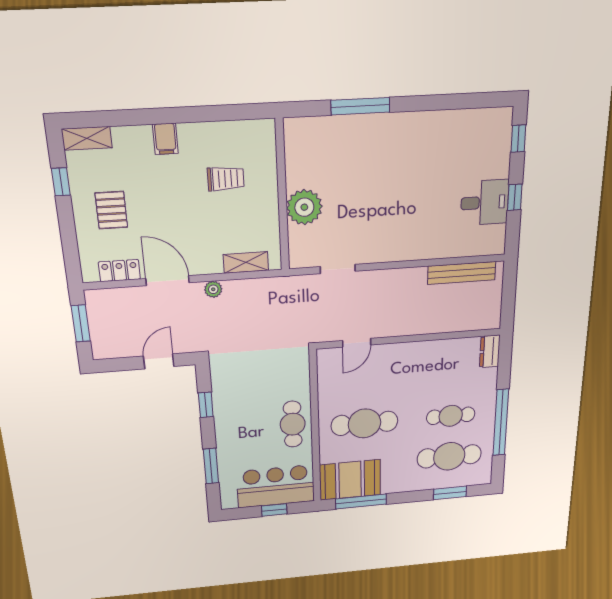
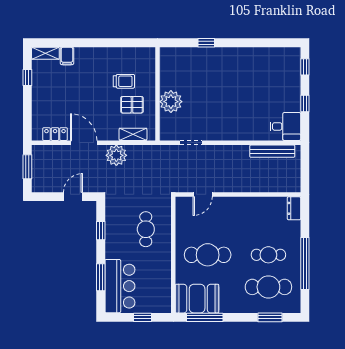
window: (360, 106) -> (206, 43), width x0.46
filing cabinet: (165, 139) -> (67, 56), moved
desk: (485, 203) -> (285, 126), moved
pallet: (111, 210) -> (132, 105), moved, turned 90
plant: (213, 289) -> (116, 155), width x1.88, depth x1.88
cafe table: (293, 424) -> (146, 229), moved
bar counter: (276, 486) -> (120, 286), moved, turned 90

